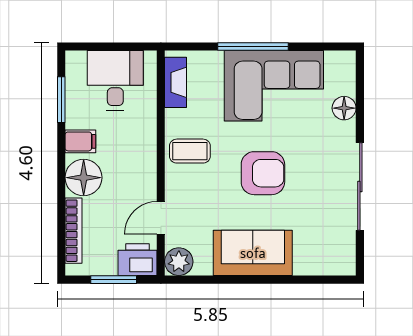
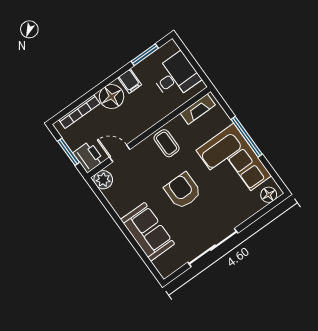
floor lamp: (344, 108) -> (269, 195), moved
armchair: (263, 173) -> (183, 191), turned 180
sofa: (253, 253) -> (148, 232), moved

